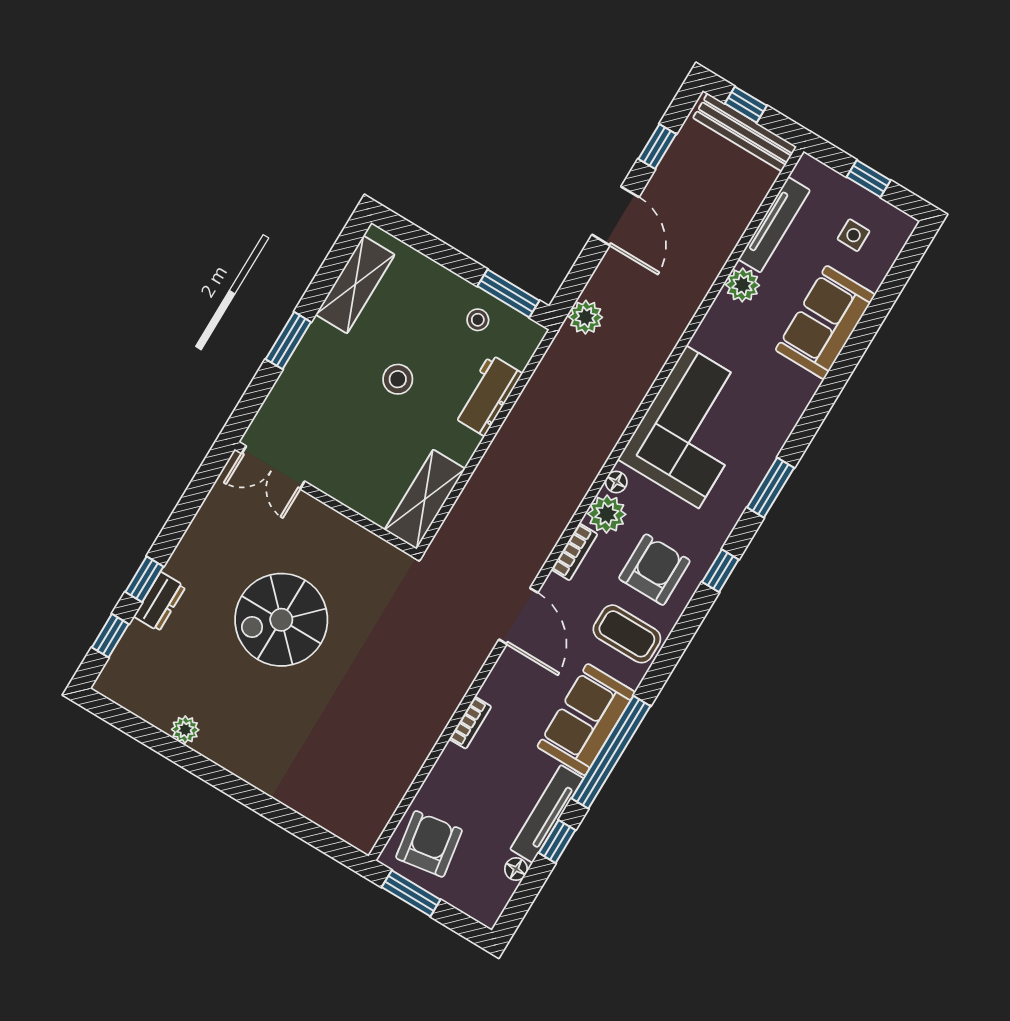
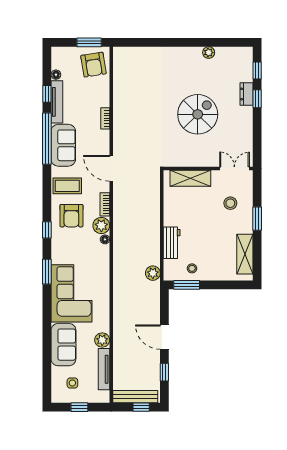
plant: (586, 317) -> (153, 273), moved
stool: (398, 379) -> (230, 203), moved
corner sofa: (692, 427) -> (72, 293), moved, turned 180
shelving: (425, 499) -> (190, 178), moved, turned 90

